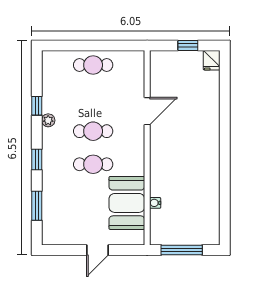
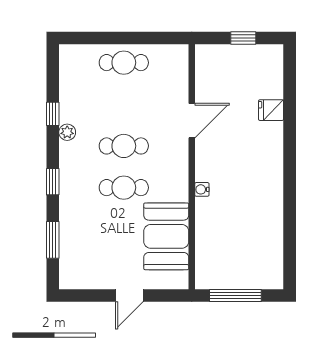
fridge: (212, 60) -> (271, 110), moved, turned 90
water cooler: (155, 203) -> (202, 189), moved

